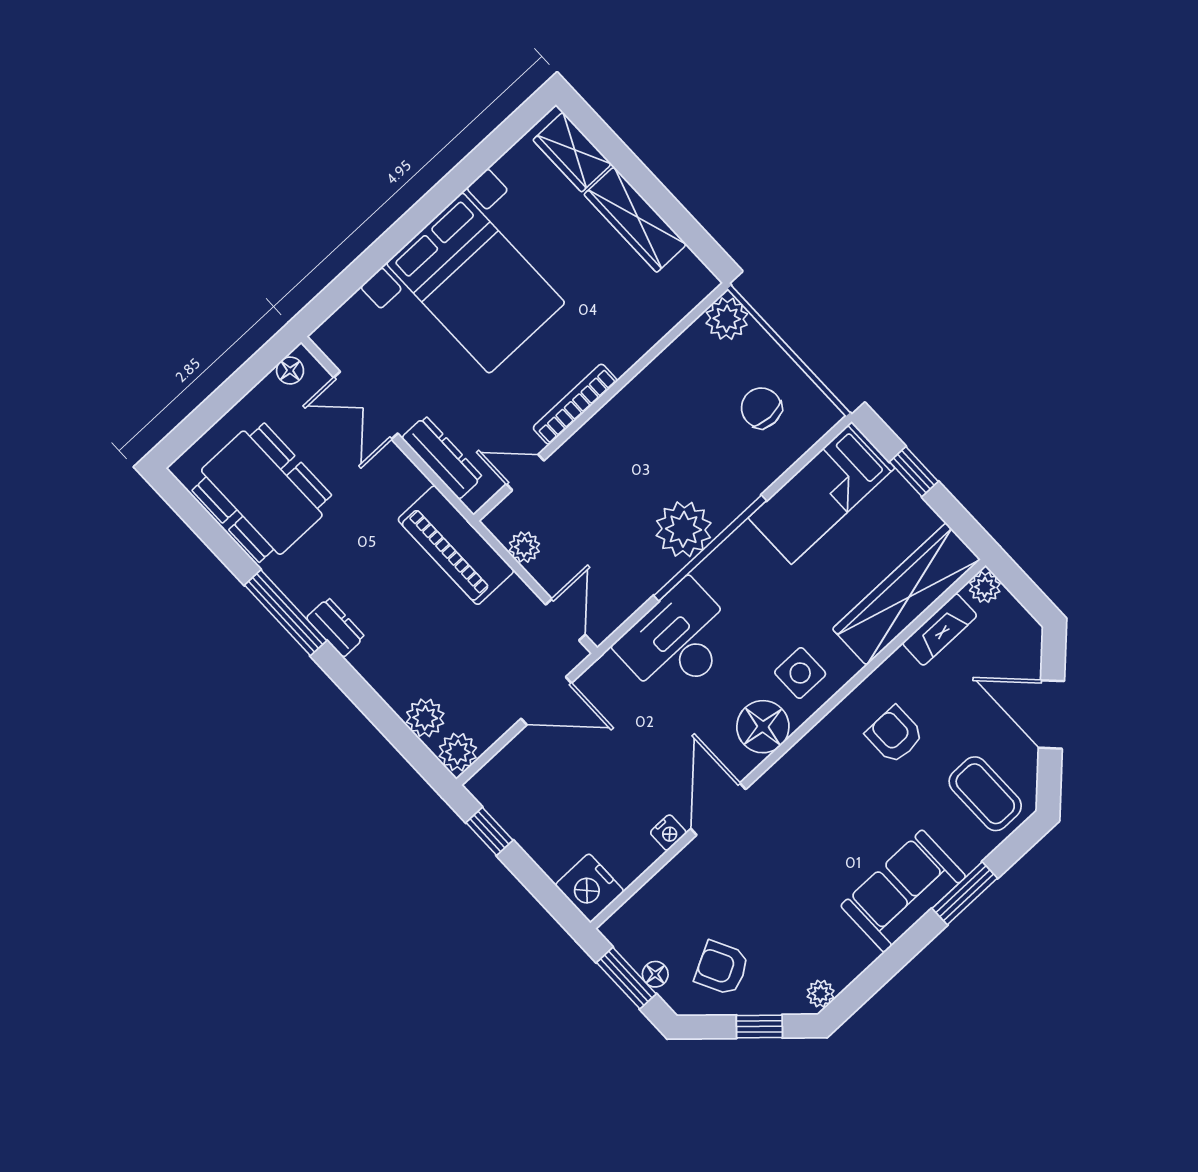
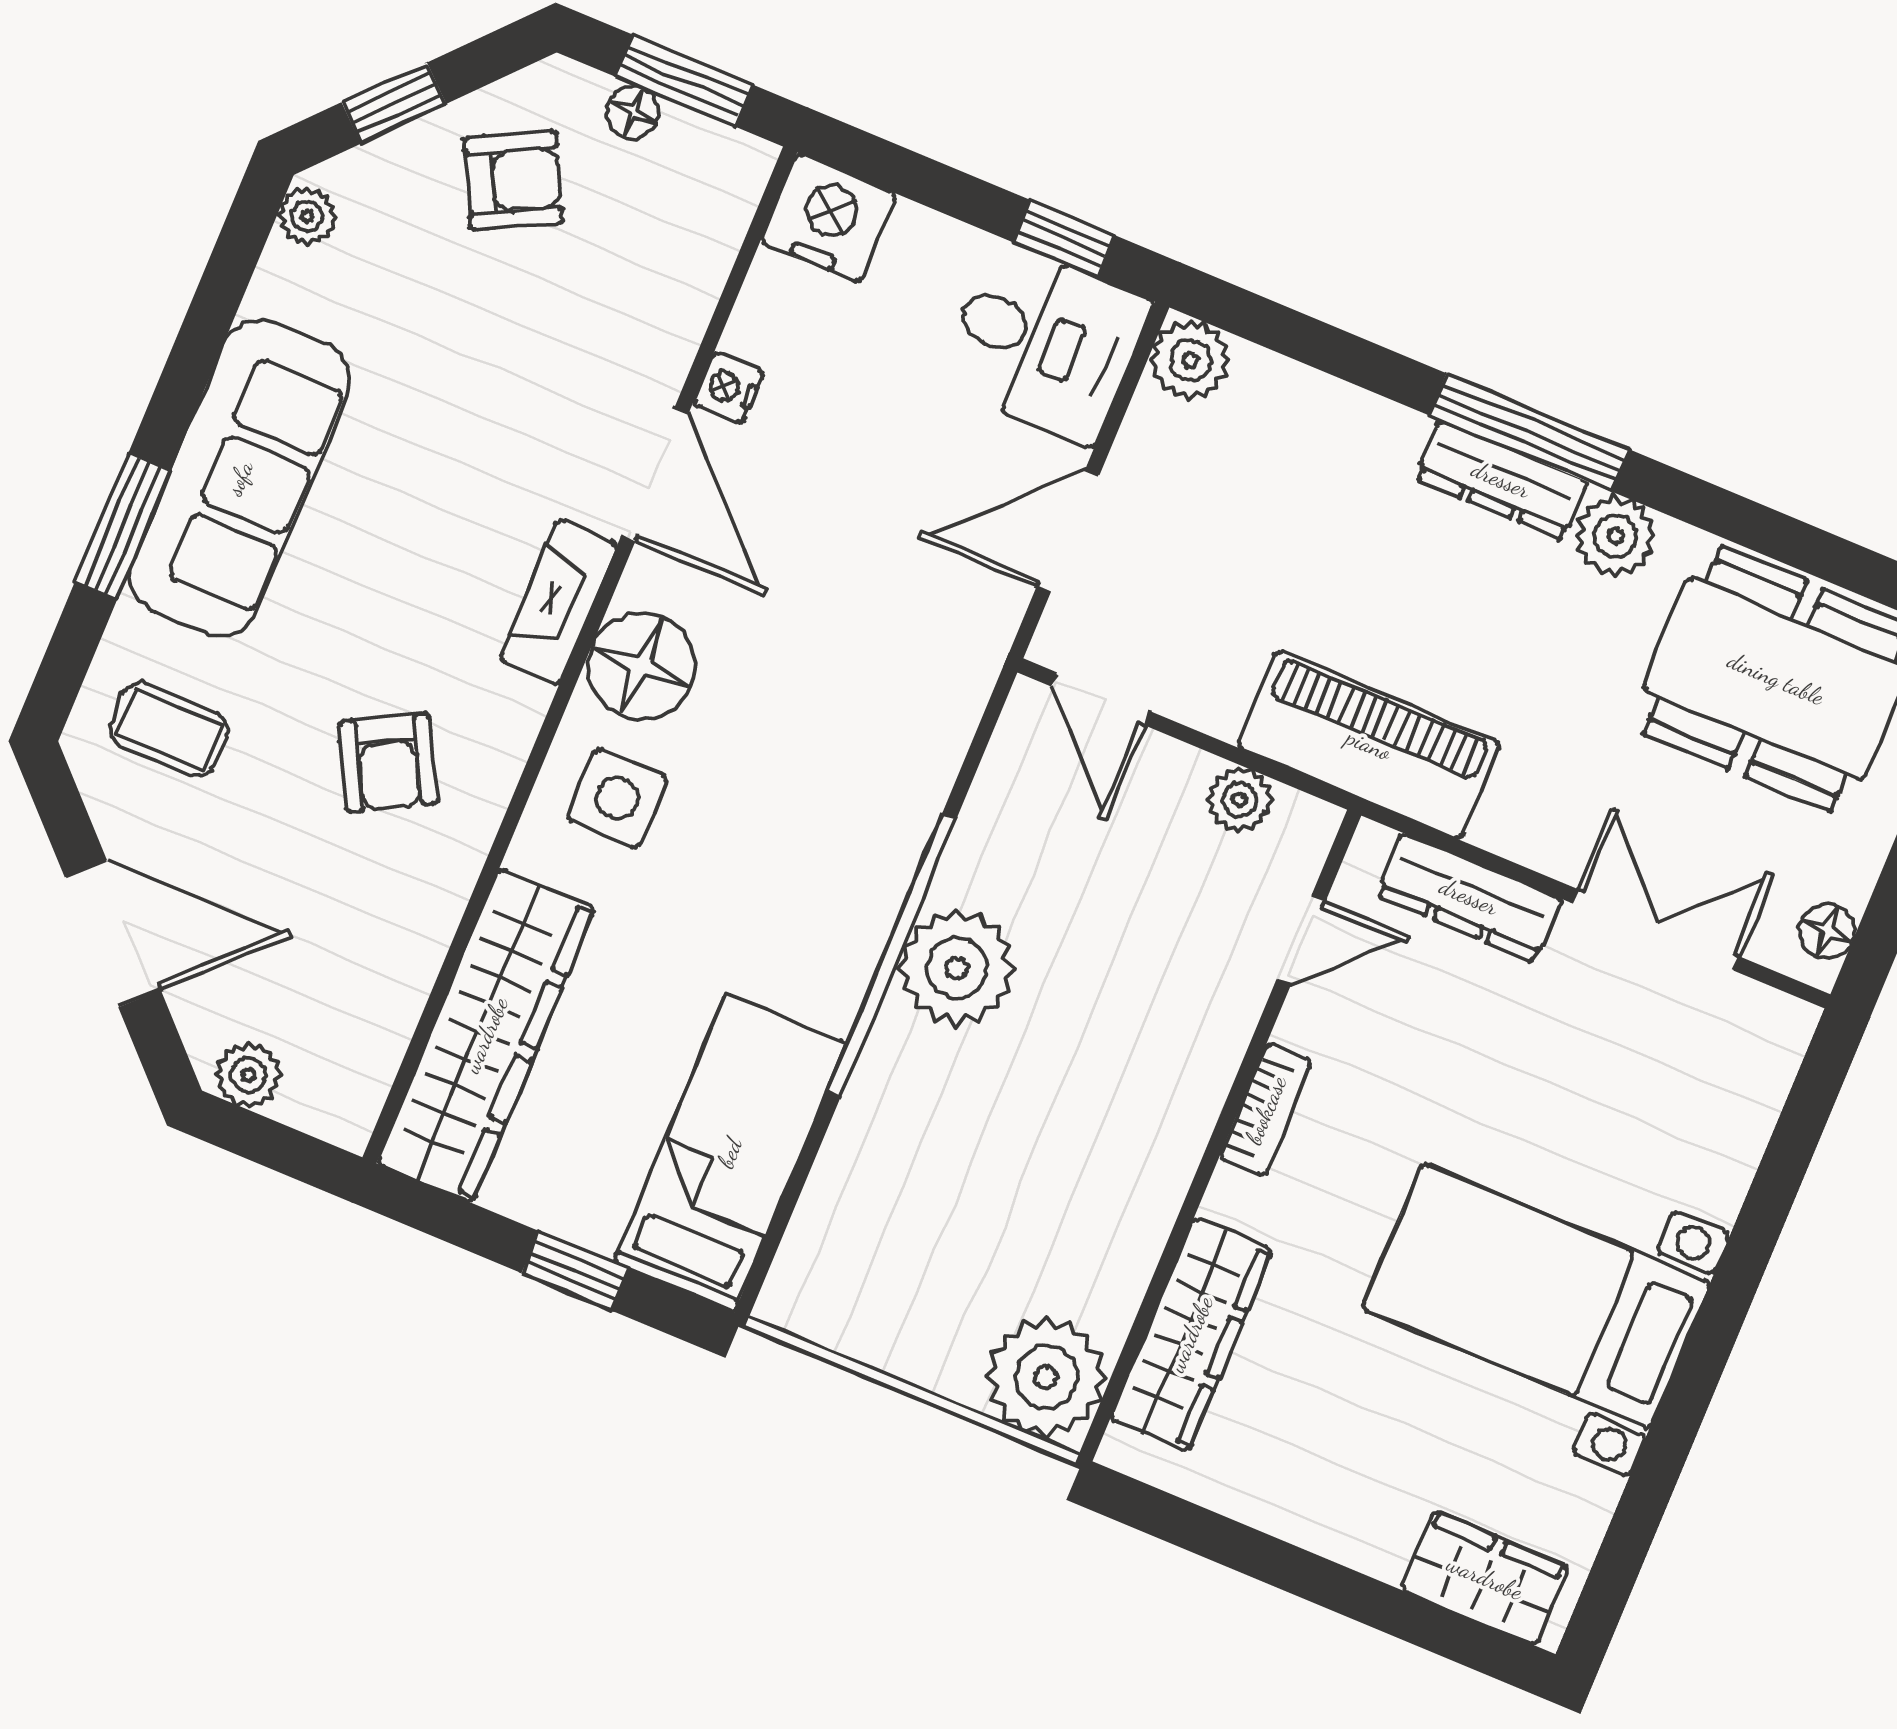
wardrobe: (635, 220) -> (1191, 1334), moved, turned 90
bed with nightstands: (476, 283) -> (1536, 1296), width x0.73
plant: (727, 319) -> (1046, 1377), width x1.36, depth x1.36
bookcase: (575, 404) -> (1266, 1110), width x0.64
chair: (761, 408) -> (914, 1261), removed
plant: (985, 587) -> (248, 1075), moved
window: (286, 613) -> (1529, 432), moved
dresser: (336, 627) -> (1501, 480), width x1.44
fireplace: (940, 629) -> (558, 602), moved
desk: (678, 641) -> (1044, 342), moved, width x0.73
plant: (425, 718) -> (1615, 536), moved
armchair: (895, 735) -> (388, 763), turned 62
coffee table: (985, 794) -> (169, 729), width x0.73, depth x0.77
sofa: (903, 891) -> (240, 478), width x1.36

